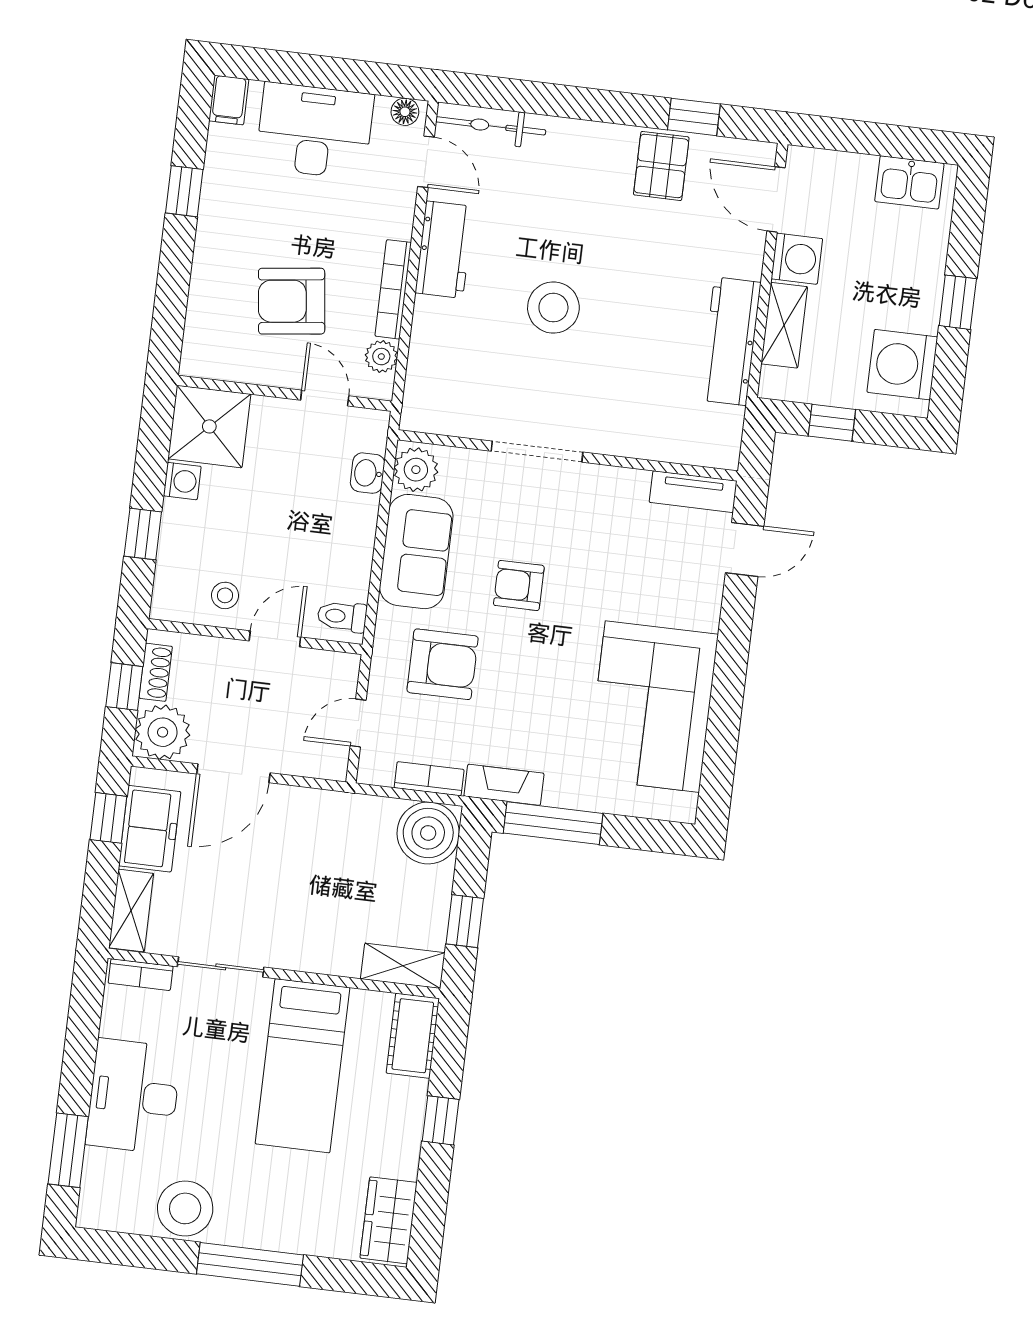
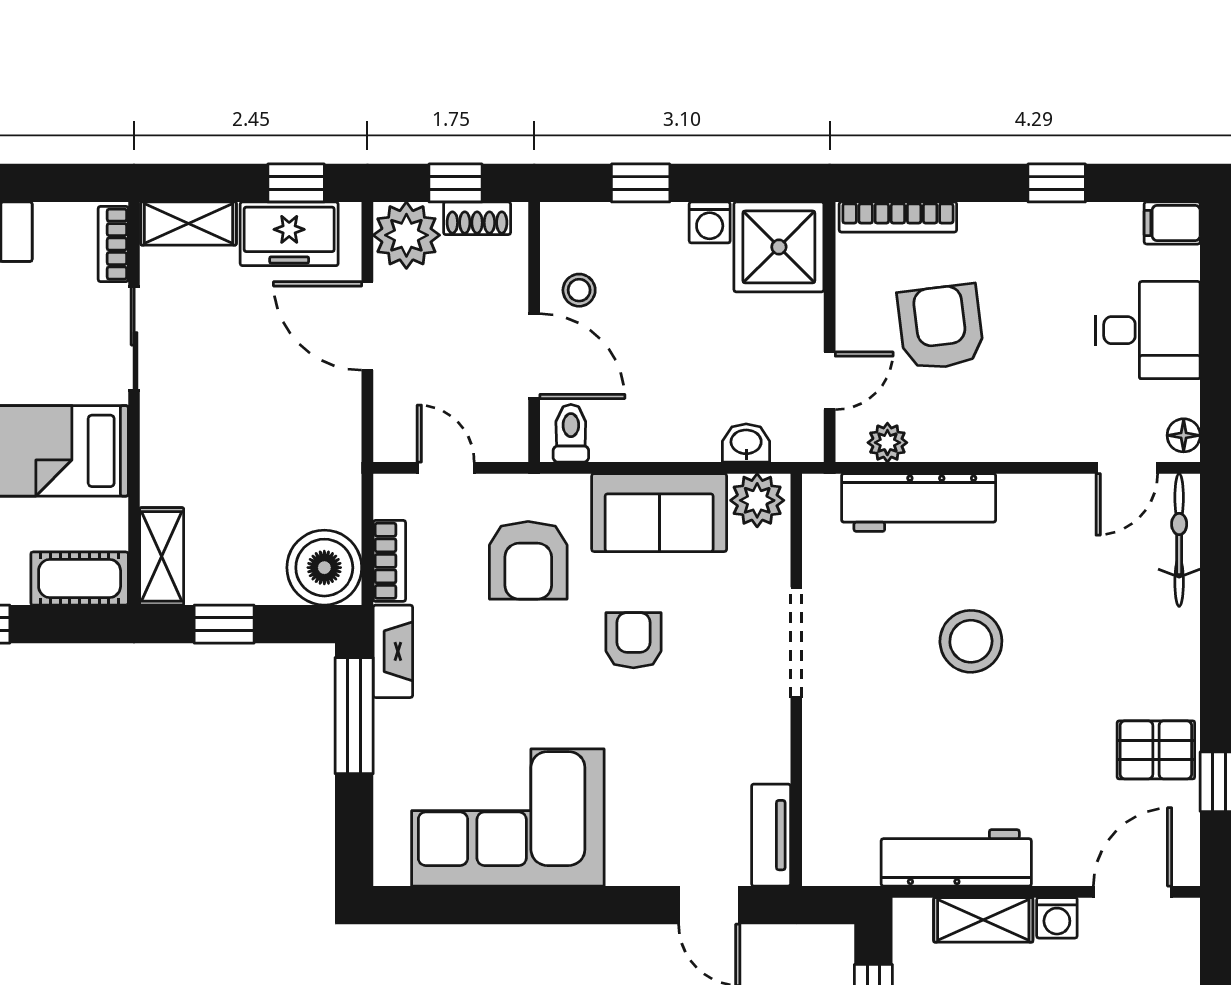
desk: (315, 131) -> (1148, 330), width x0.73
workbench: (444, 250) -> (919, 502), moved, width x1.38
washing machine: (797, 259) -> (1057, 918), width x0.73, depth x0.73
bookcase: (393, 289) -> (898, 217), moved, turned 180
door: (275, 639) -> (534, 356), width x1.38

